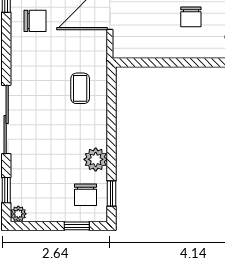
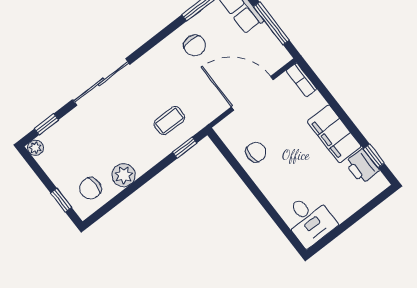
chair: (191, 17) -> (256, 152), moved, turned 180
window: (112, 194) -> (185, 148), moved

